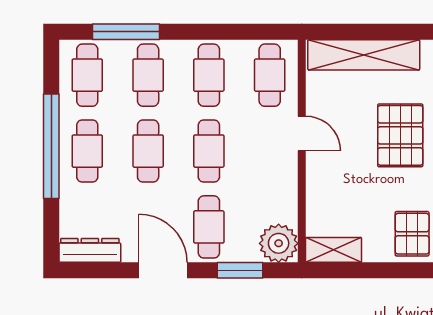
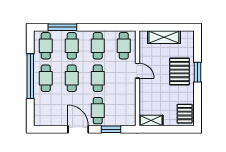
shelving: (364, 55) -> (164, 37), width x0.68
plant: (279, 243) -> (128, 118), removed
dresser: (90, 250) -> (47, 121), removed

